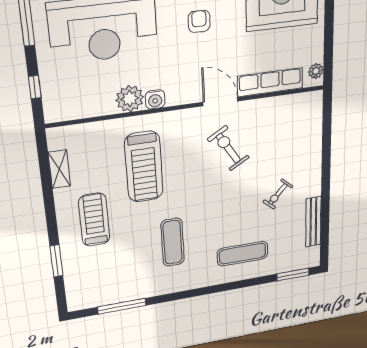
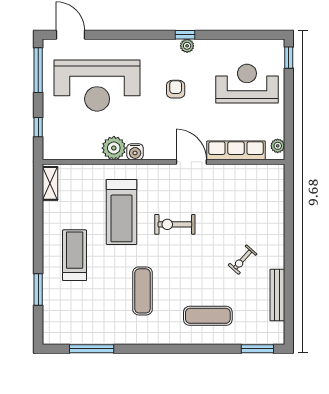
exercise bike: (228, 148) -> (175, 224), moved, turned -59
shelving: (59, 169) -> (50, 183), moved

